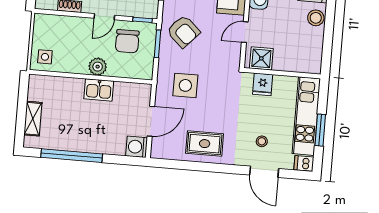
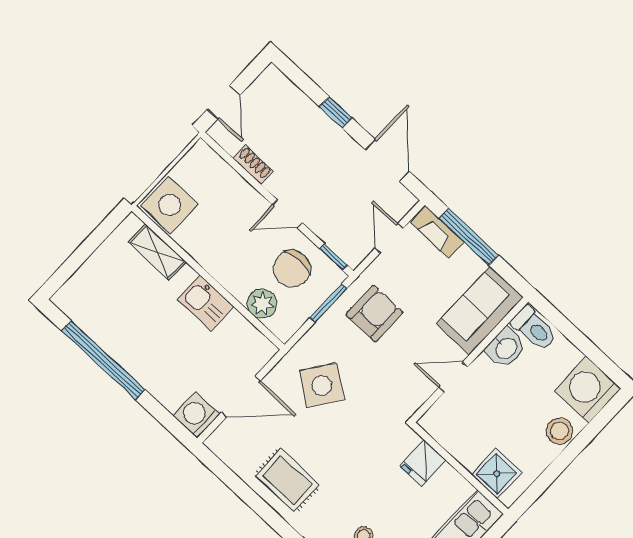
armchair: (183, 31) -> (374, 314), turned -133
side table: (45, 57) -> (170, 205), width x1.87, depth x1.87
shower: (261, 58) -> (497, 474), moved
plant: (98, 67) -> (262, 304), moved
side table: (185, 85) -> (322, 385), turned 35
shelving: (33, 119) -> (157, 252), moved, turned 90

